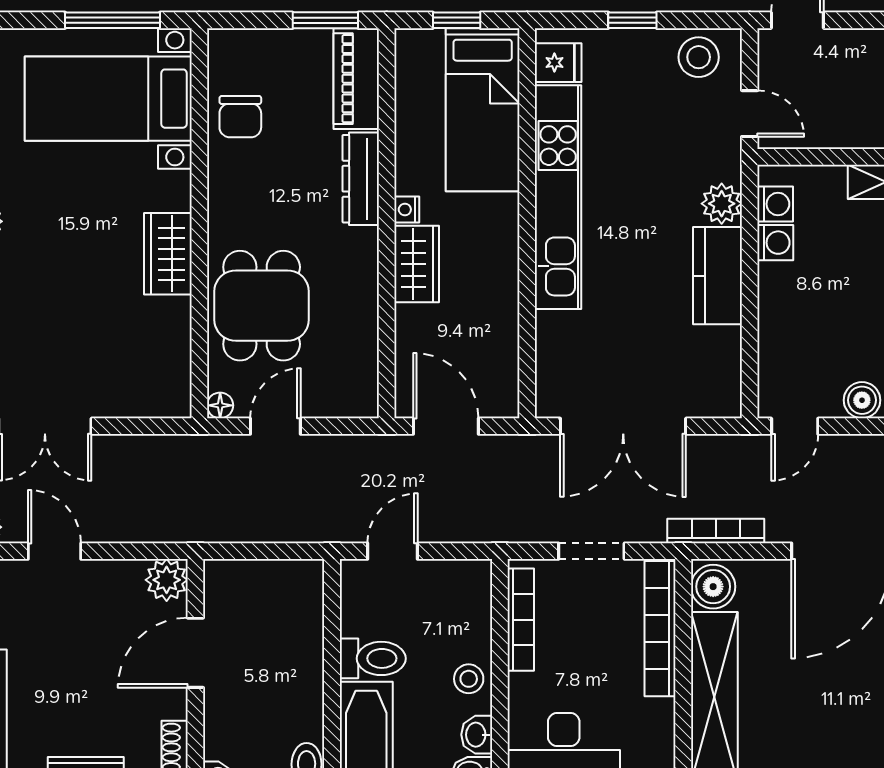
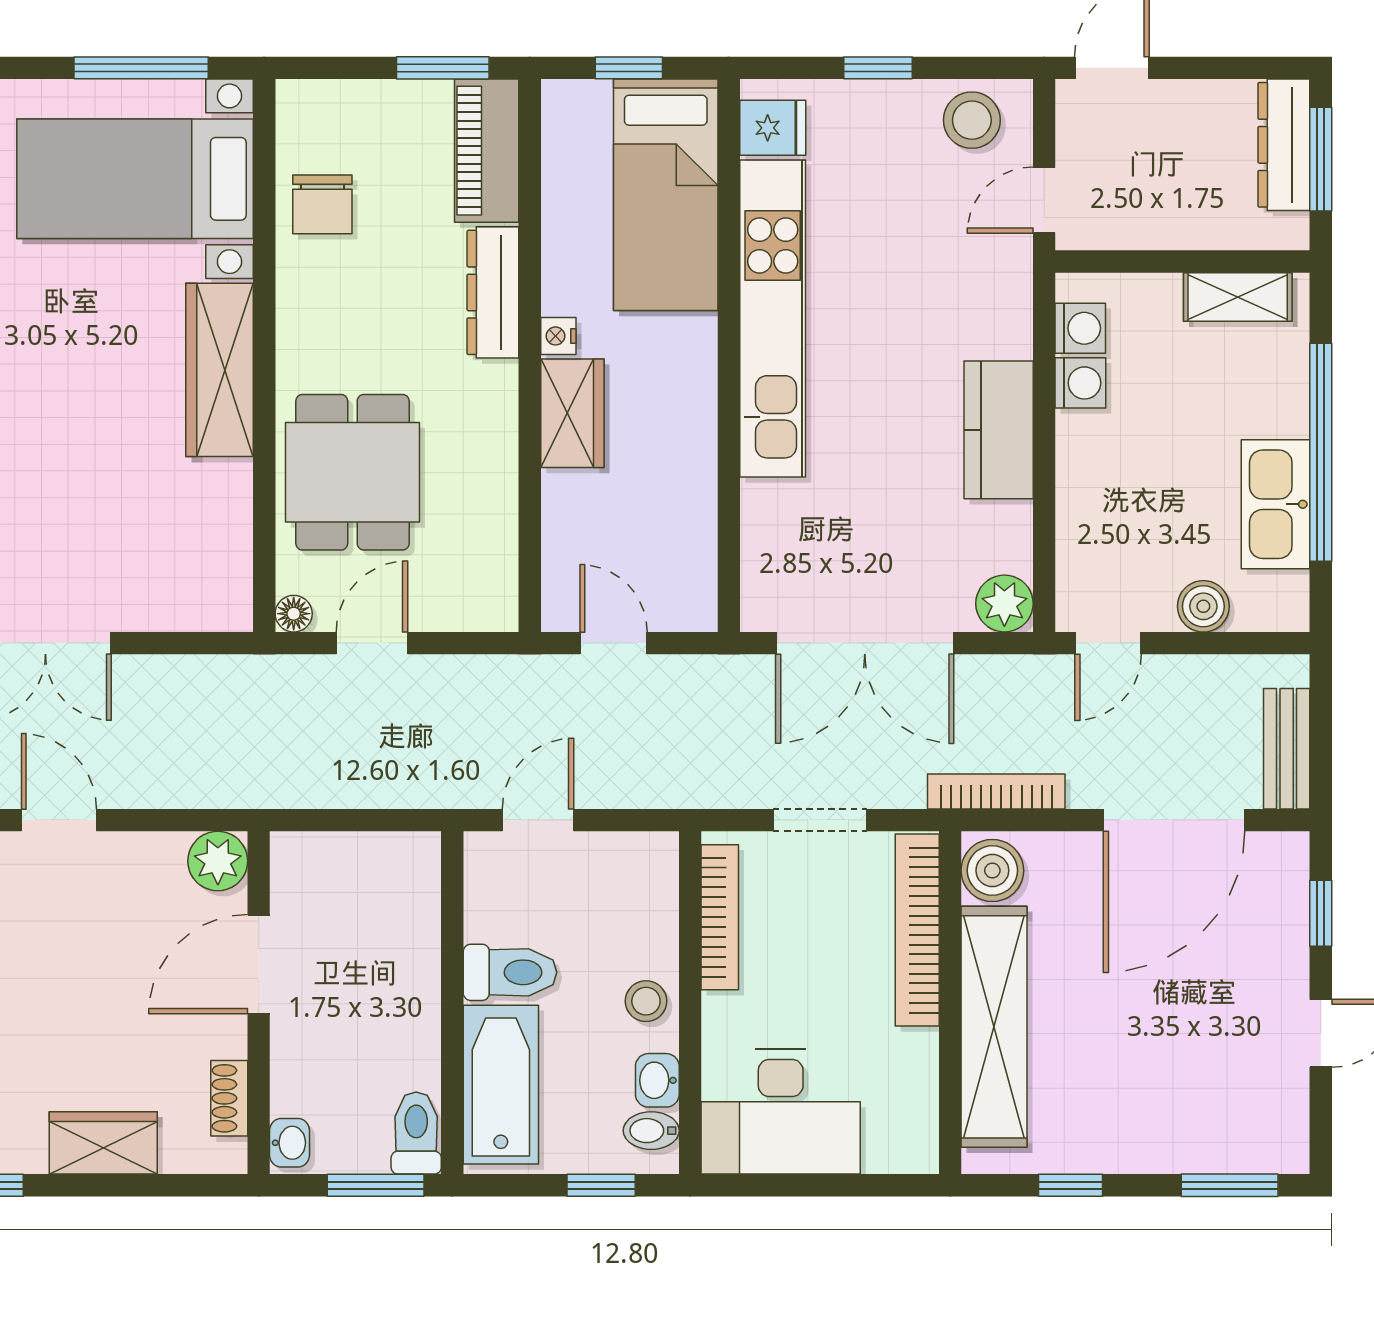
door: (750, 114) -> (1044, 200), swing flipped
plant: (722, 204) -> (1004, 604), moved
wardrobe: (168, 254) -> (220, 370), width x1.50
door: (446, 426) -> (614, 643), width x0.73

